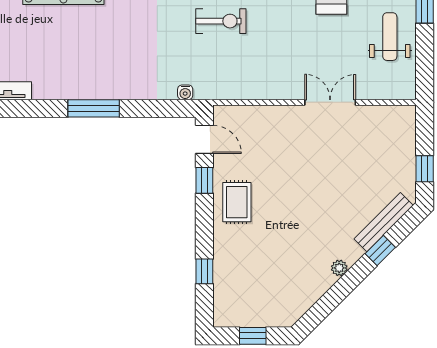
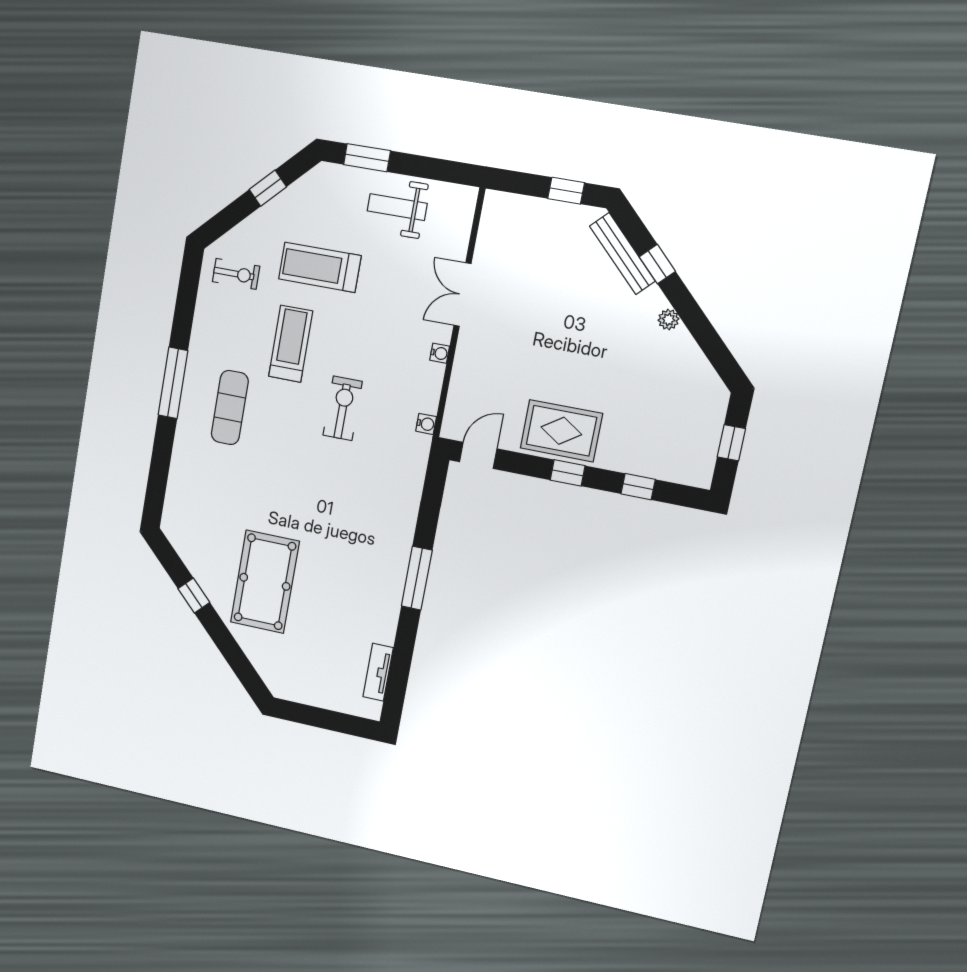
water cooler: (185, 92) -> (426, 424), moved
water cooler: (280, 93) -> (440, 353), added
window: (204, 180) -> (568, 473), moved
rug: (237, 202) -> (561, 431), width x1.36, depth x1.43

